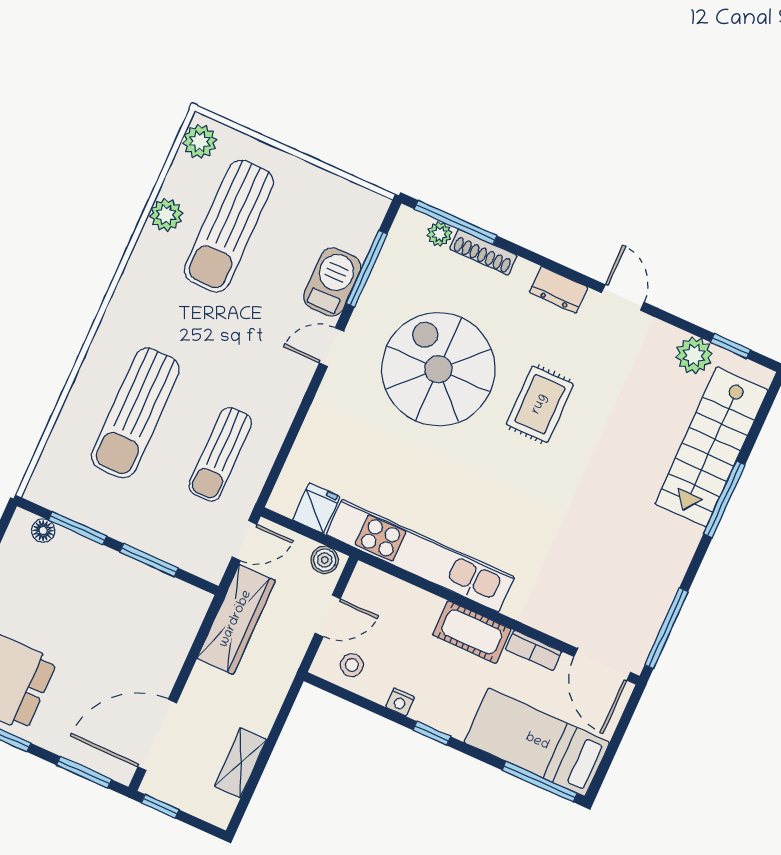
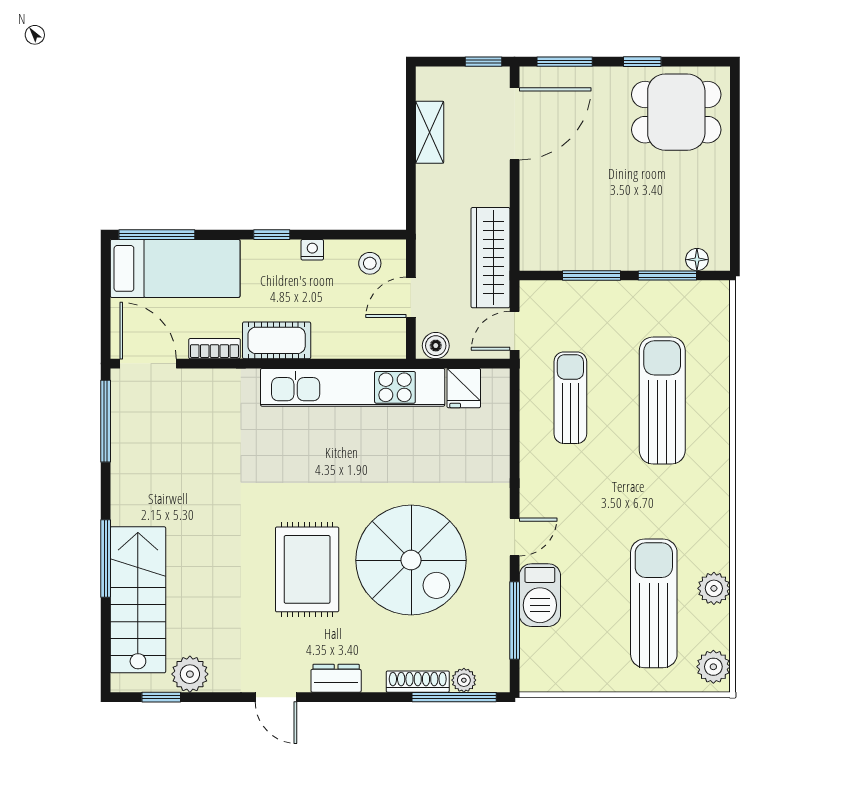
rug: (540, 404) -> (307, 569), width x1.36, depth x1.43

